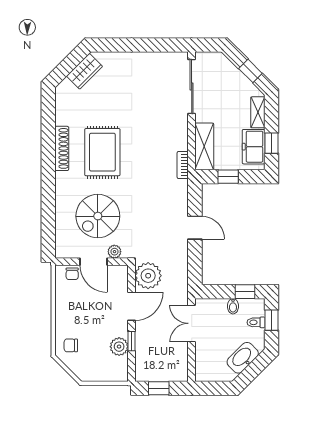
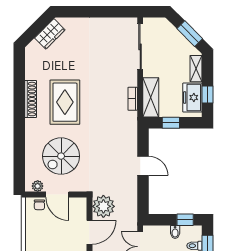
window: (250, 71) -> (190, 34), width x1.50
bookcase: (183, 165) -> (133, 99), moved
plant: (114, 252) -> (38, 186), moved

